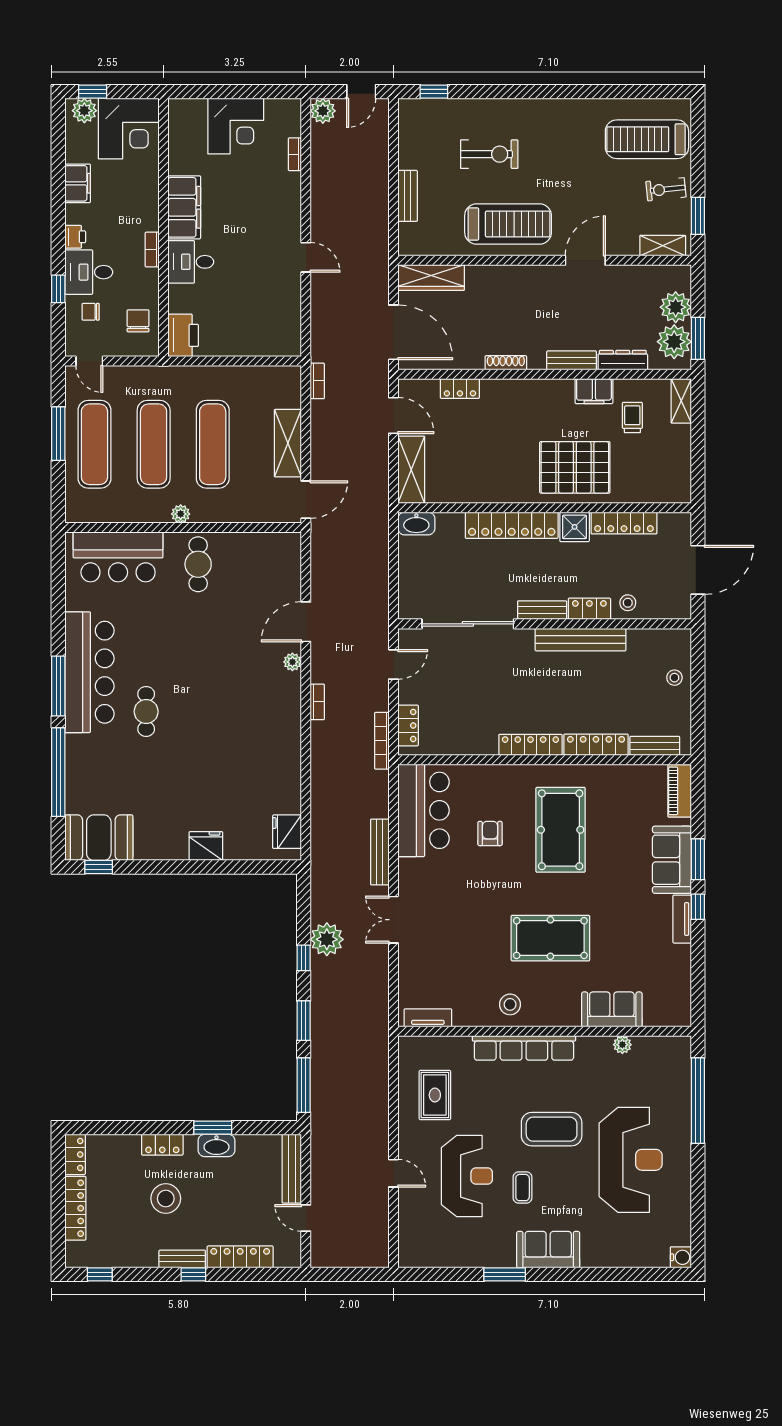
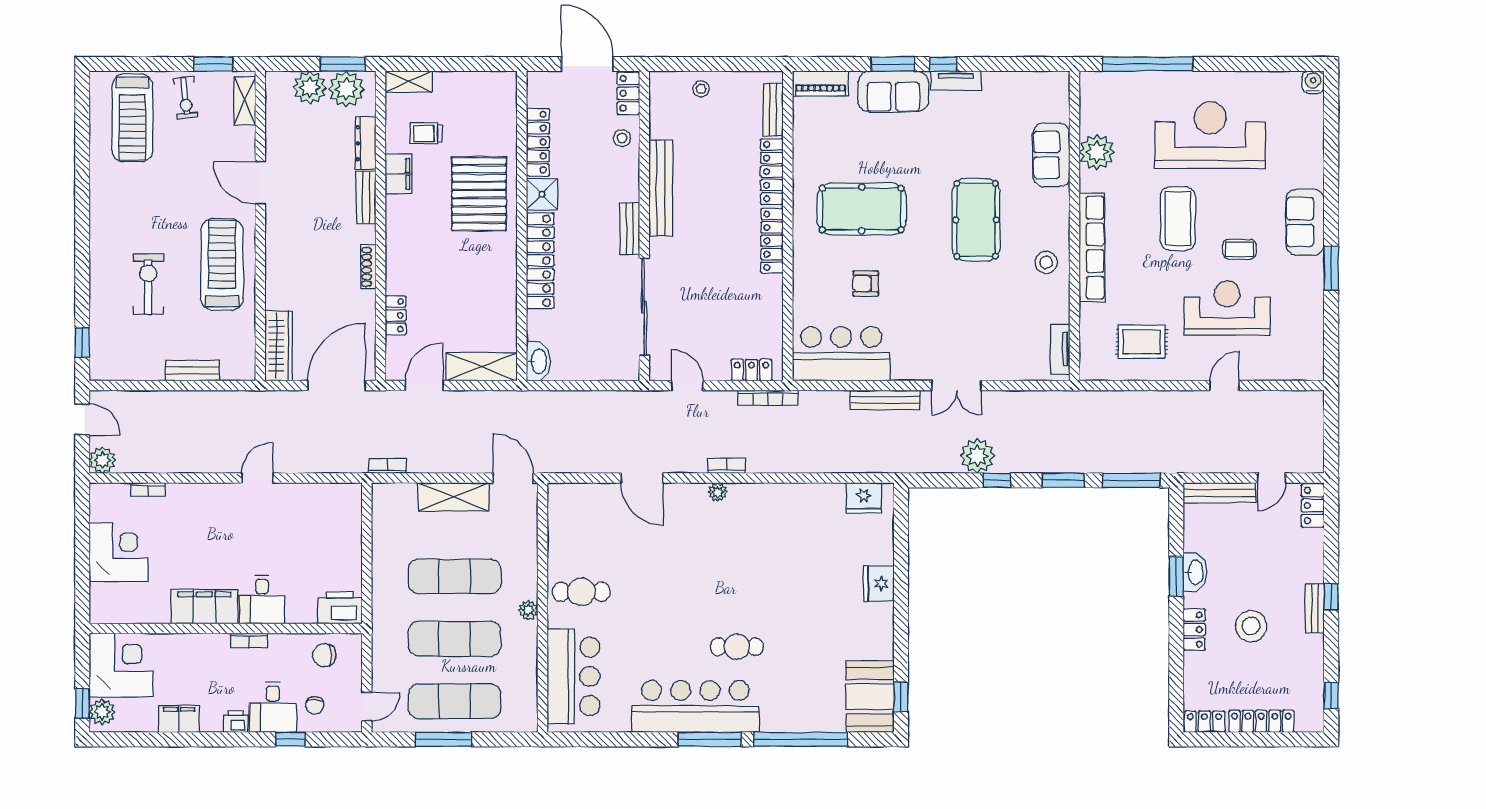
locker: (589, 609) -> (628, 93), moved
plant: (292, 662) -> (718, 492), moved
plant: (622, 1045) -> (1097, 152), width x1.88, depth x1.88
locker: (240, 1257) -> (1313, 505), moved, width x0.66

